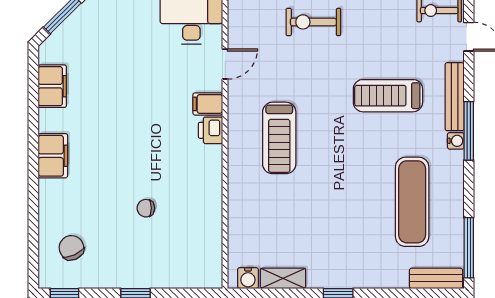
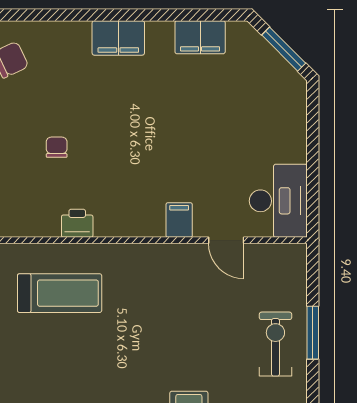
printer: (211, 130) -> (77, 223), moved
treadmill: (279, 138) -> (60, 293), moved, turned 180

